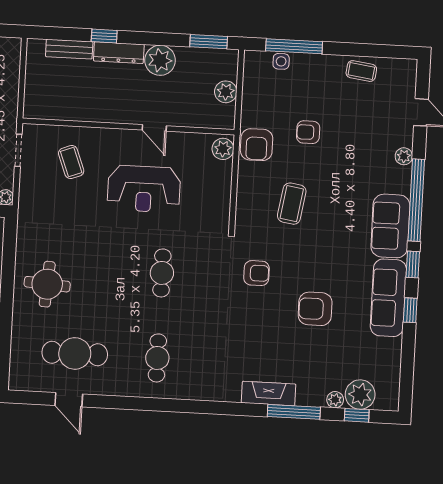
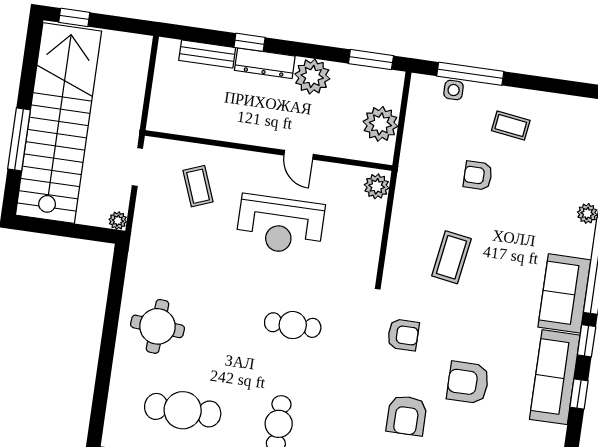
coffee table: (361, 71) -> (511, 126), moved
plant: (226, 92) -> (380, 124), width x1.36, depth x1.36
armchair: (257, 145) -> (407, 416), moved
cafe table: (162, 273) -> (293, 325), turned 90

